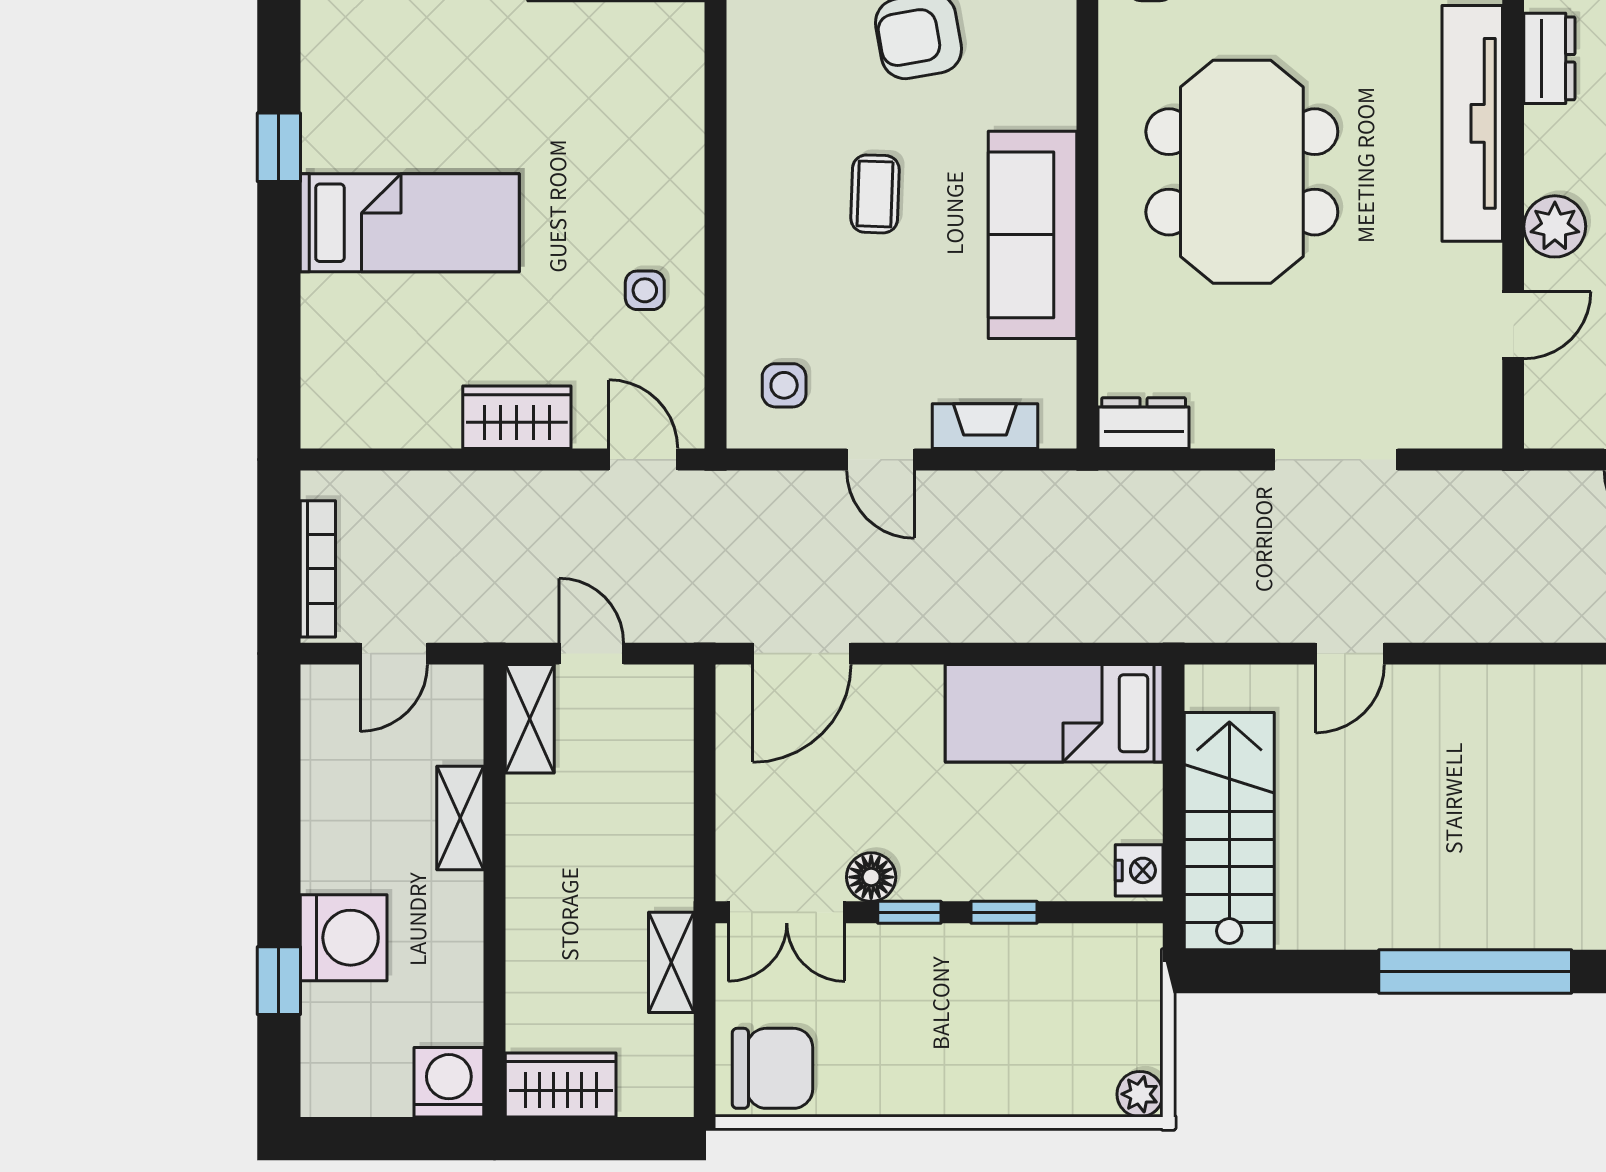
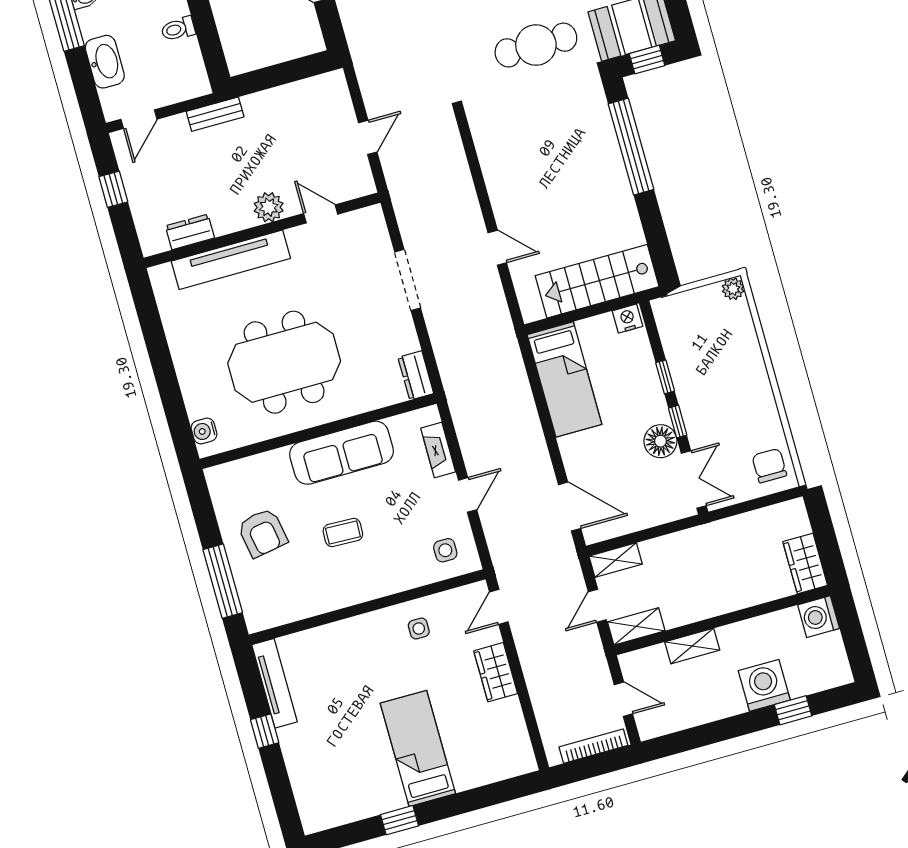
floor lamp: (871, 877) -> (660, 441), width x1.38, depth x1.38
shelving: (671, 962) -> (616, 560), moved
chair: (773, 1068) -> (769, 466), width x0.73, depth x0.73

